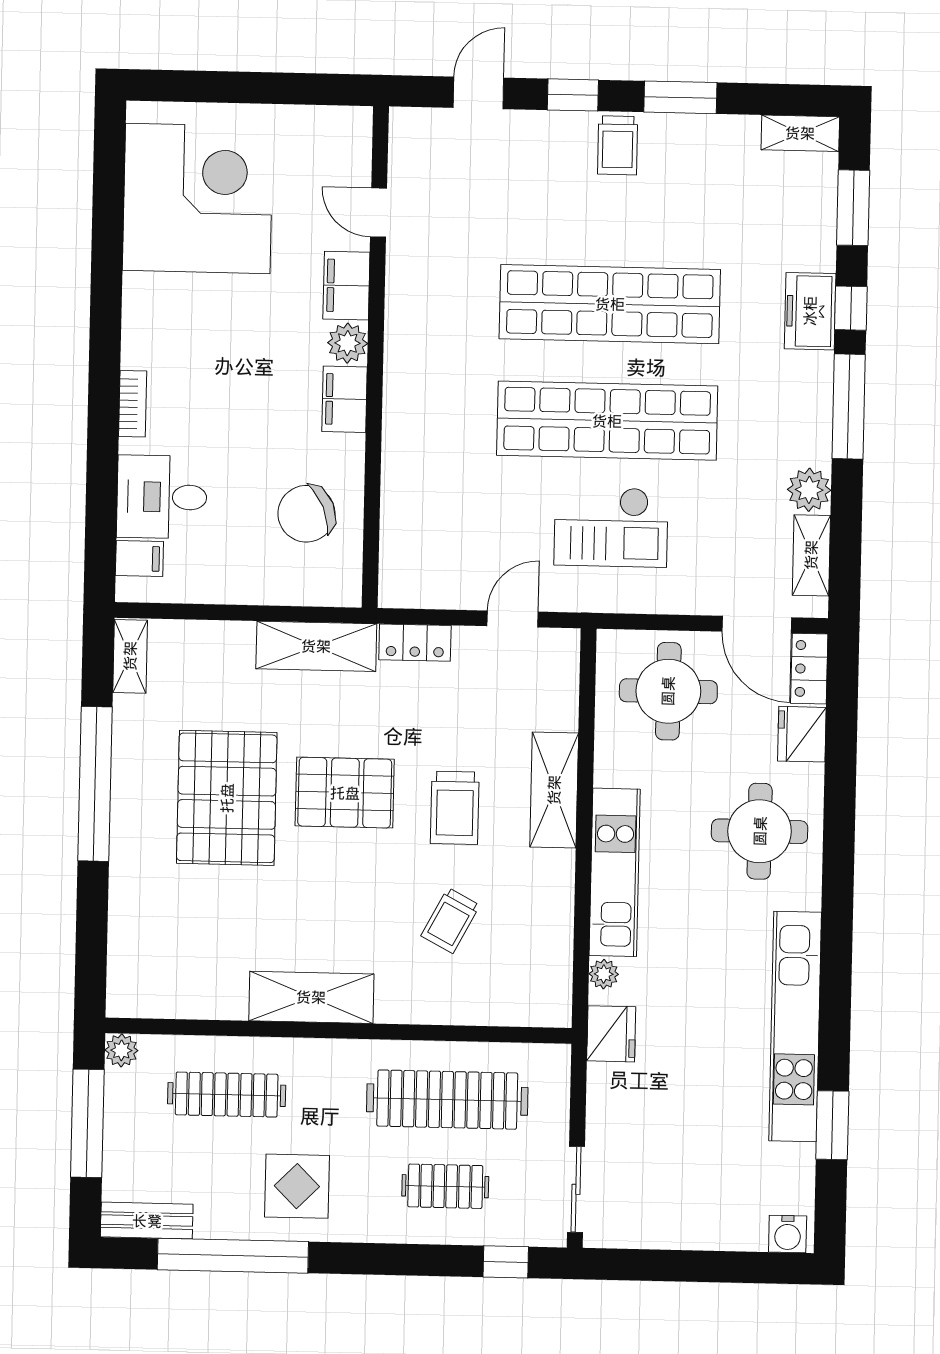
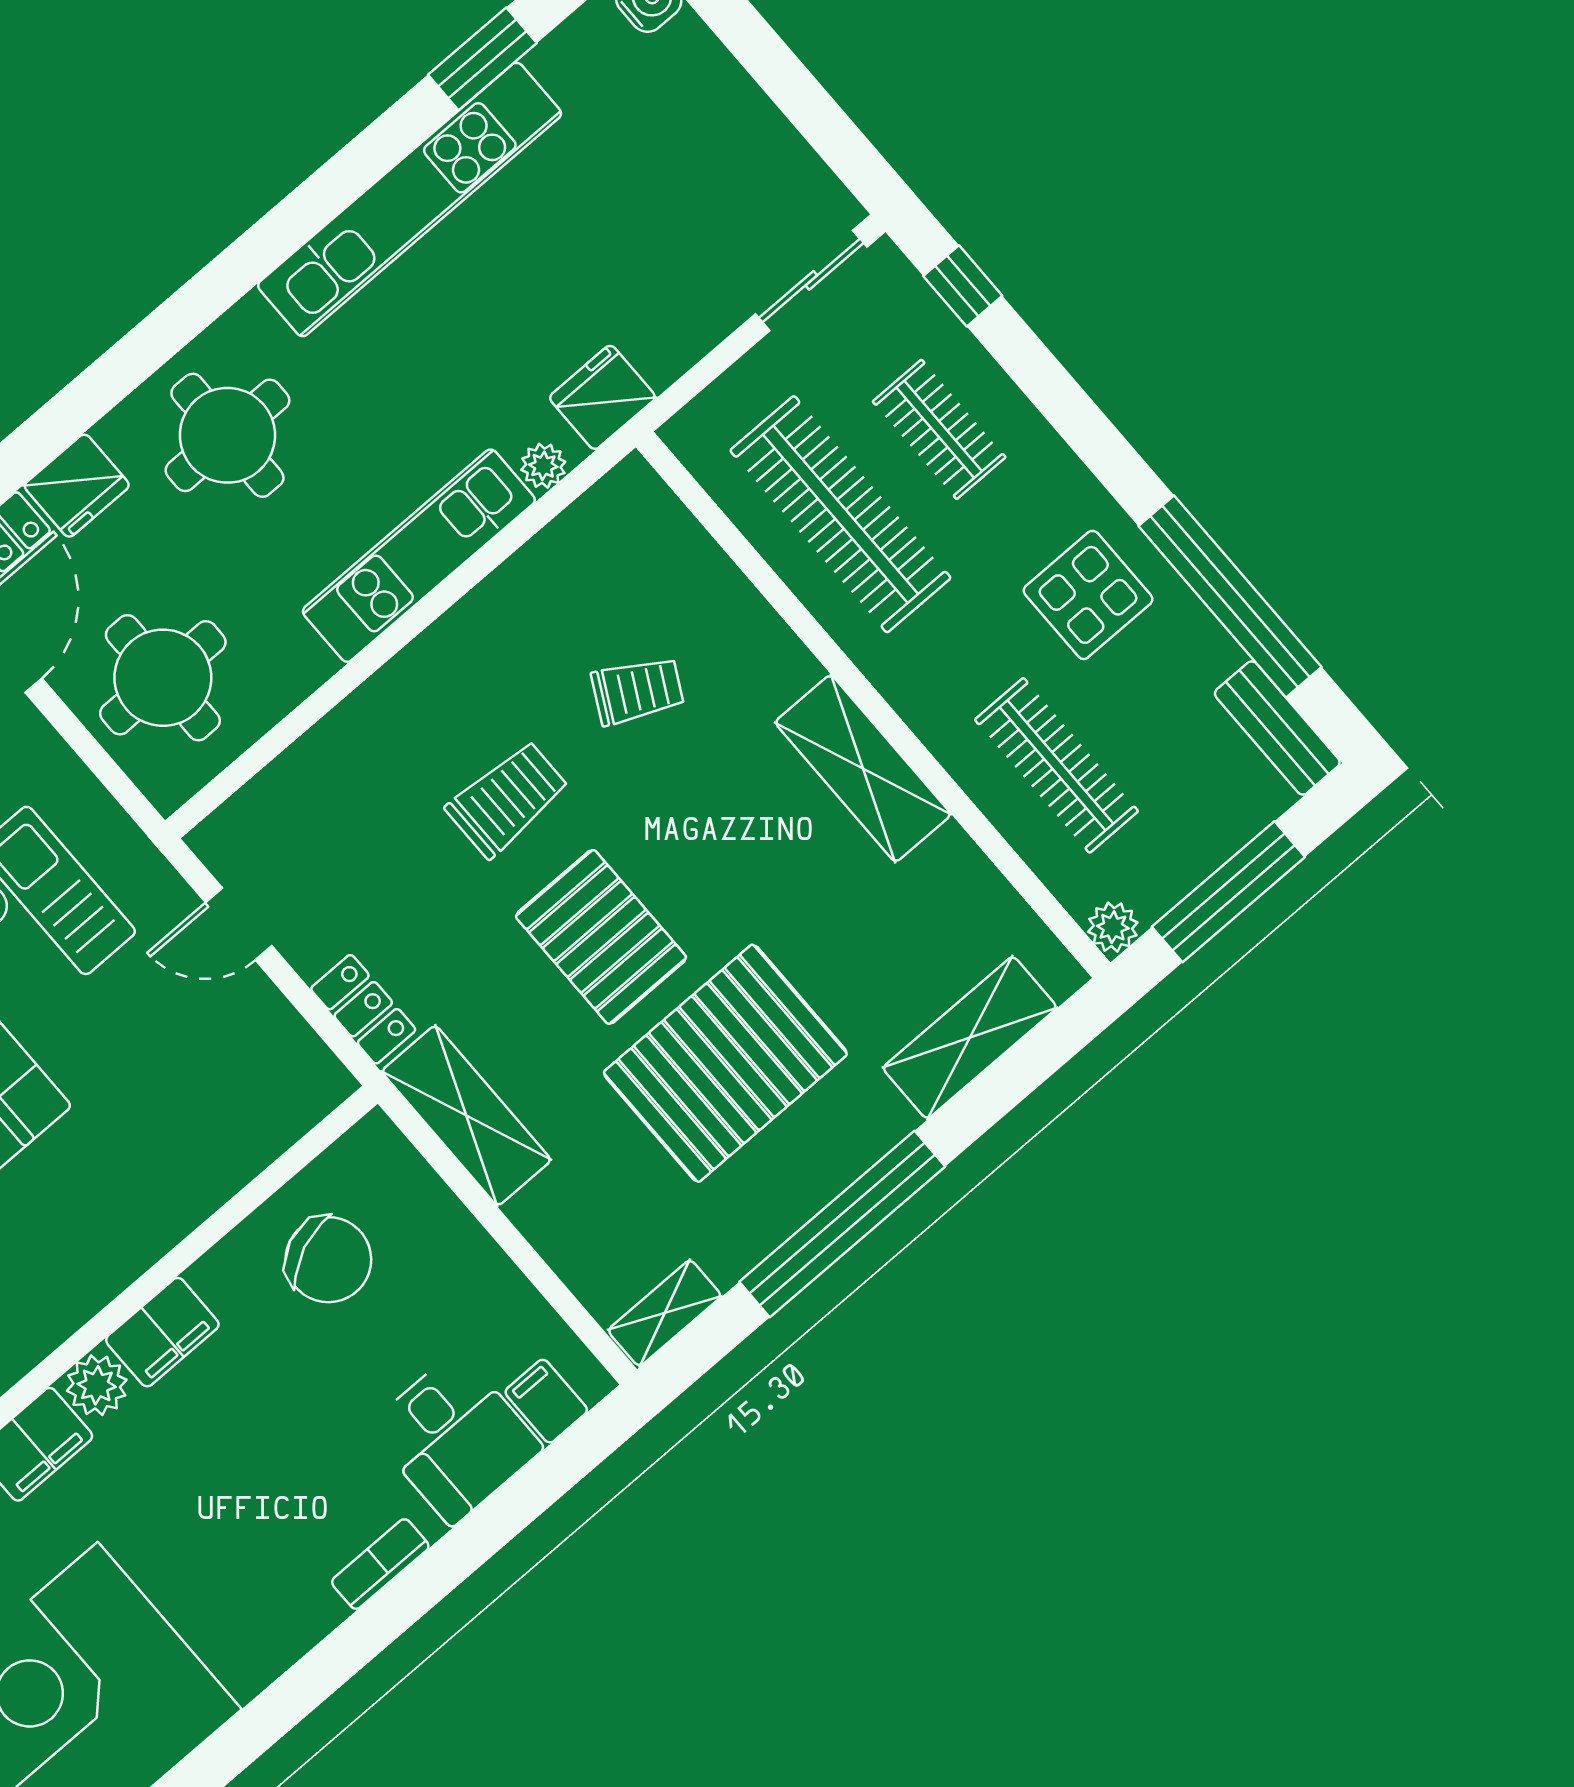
shelving: (554, 790) -> (970, 1038), moved

